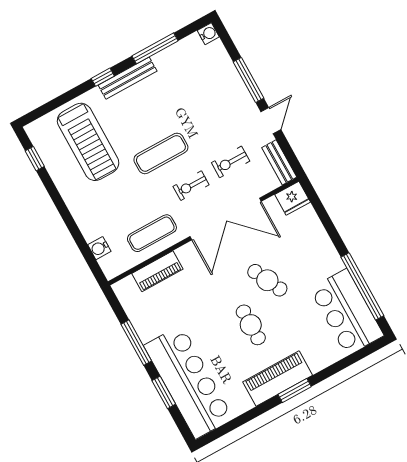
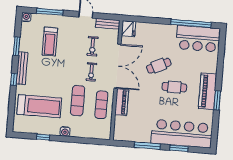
window: (155, 48) -> (17, 46), width x0.69
window: (248, 80) -> (50, 12), moved
treadmill: (195, 93) -> (50, 42), added
exercise mat: (161, 153) -> (78, 101), moved
window: (35, 159) -> (43, 137), moved
water cooler: (99, 248) -> (65, 131), moved
piano: (157, 271) -> (122, 102), moved
window: (295, 391) -> (217, 100), moved

